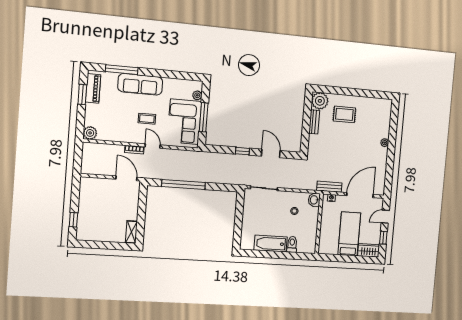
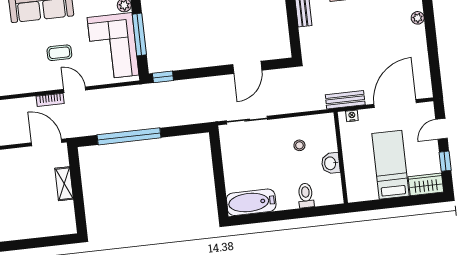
window: (242, 151) -> (163, 77), moved
door: (271, 153) -> (247, 67), swing flipped
washbasin: (314, 200) -> (331, 163), moved
shelving: (131, 232) -> (64, 184), moved
bathtub: (271, 244) -> (251, 202), moved

